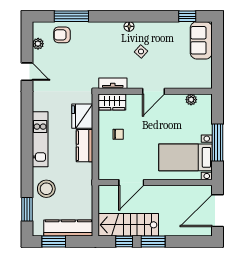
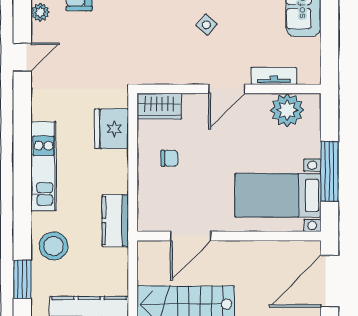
door: (27, 72) -> (22, 57), hinge flipped
tv unit: (113, 83) -> (274, 76), moved
plant: (191, 100) -> (287, 110), width x1.87, depth x1.87
kitchen counter: (85, 146) -> (115, 221), moved

